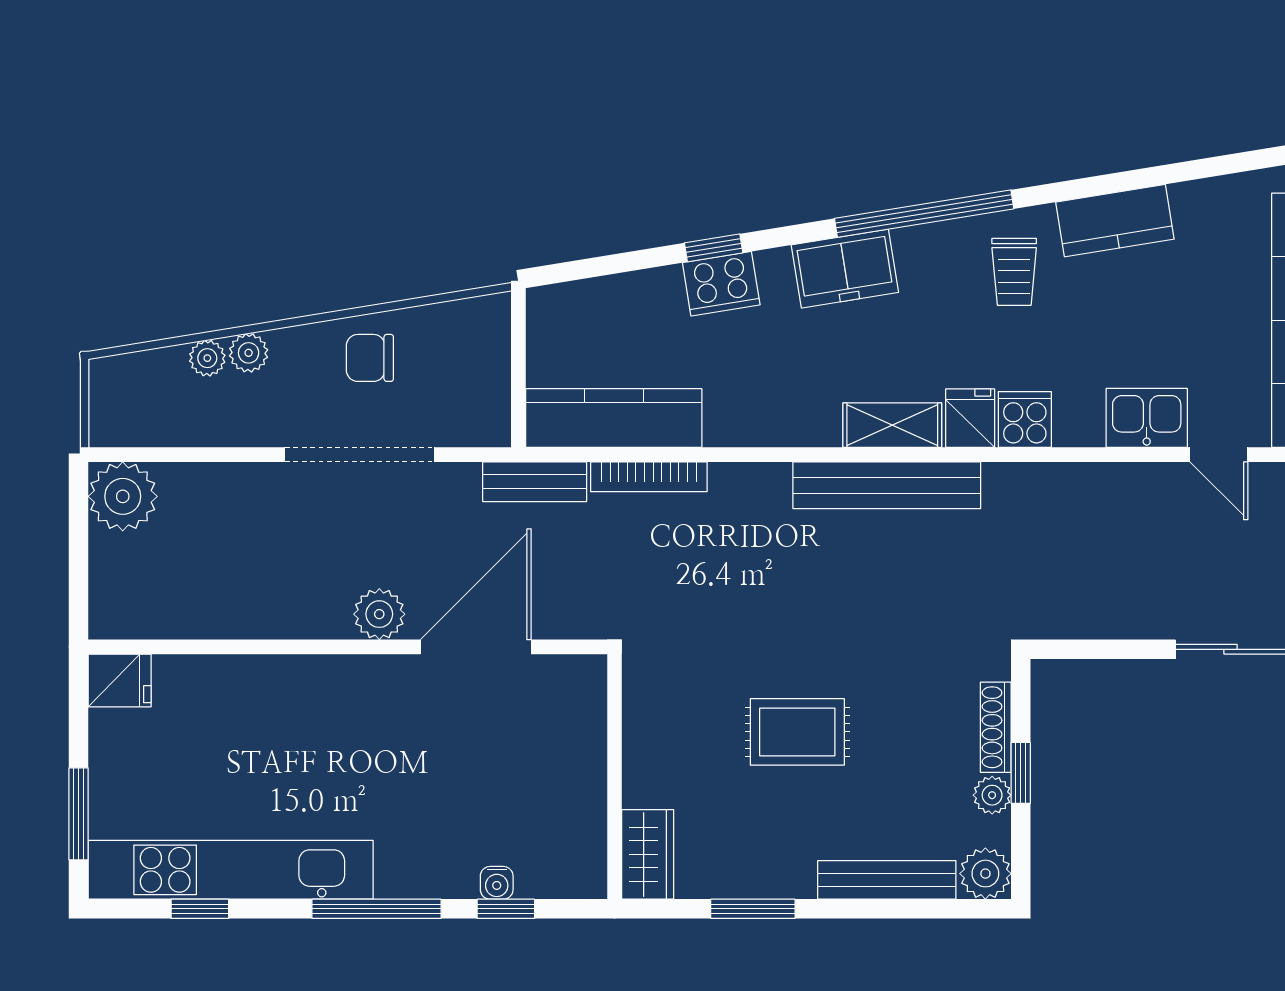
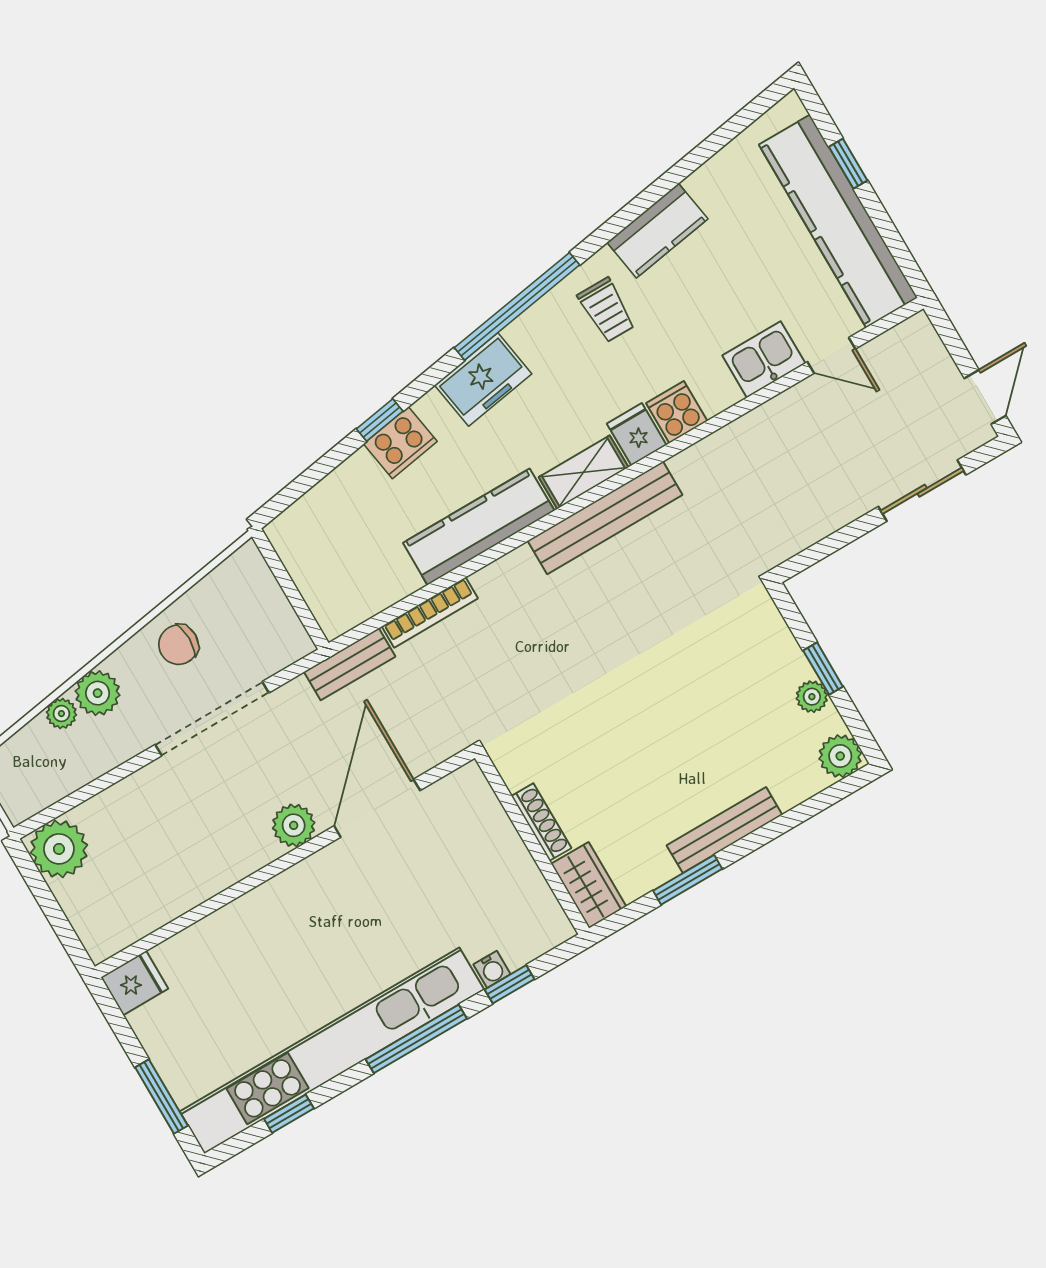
plant: (249, 353) -> (98, 693), width x1.38, depth x1.38
kitchen counter: (614, 418) -> (479, 527), moved
shoe rack: (996, 727) -> (541, 822), moved, turned 180
rug: (797, 732) -> (645, 733), removed
kitchen unit: (231, 870) -> (332, 1051), width x1.36
bench: (887, 880) -> (724, 830), moved

